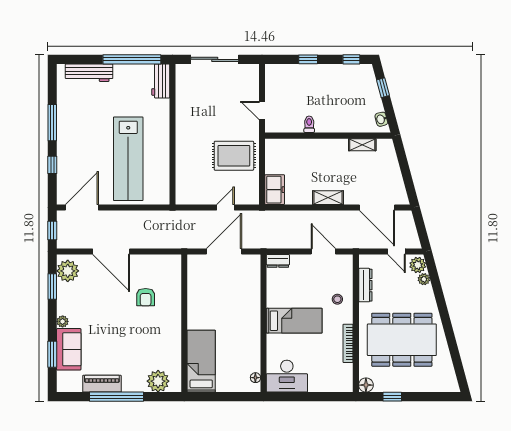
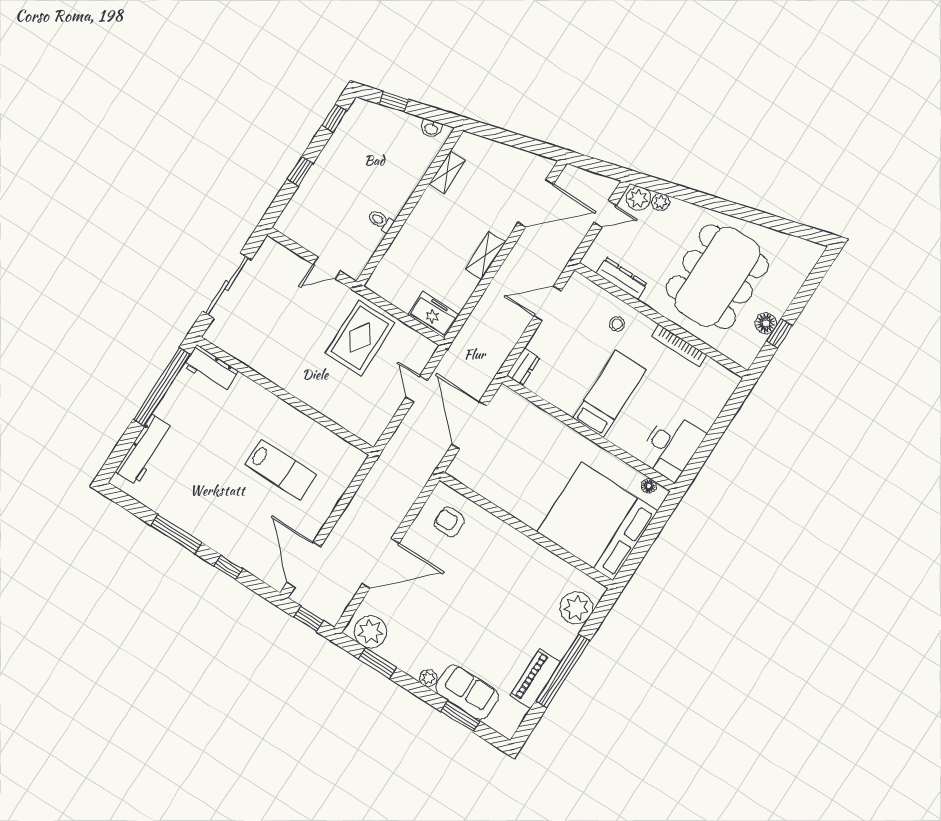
lab bench: (128, 159) -> (281, 470), width x0.54, depth x0.72
armchair: (146, 297) -> (449, 522), moved, turned 180
bed: (201, 361) -> (597, 521), width x2.04
floor lamp: (366, 385) -> (766, 323), moved

